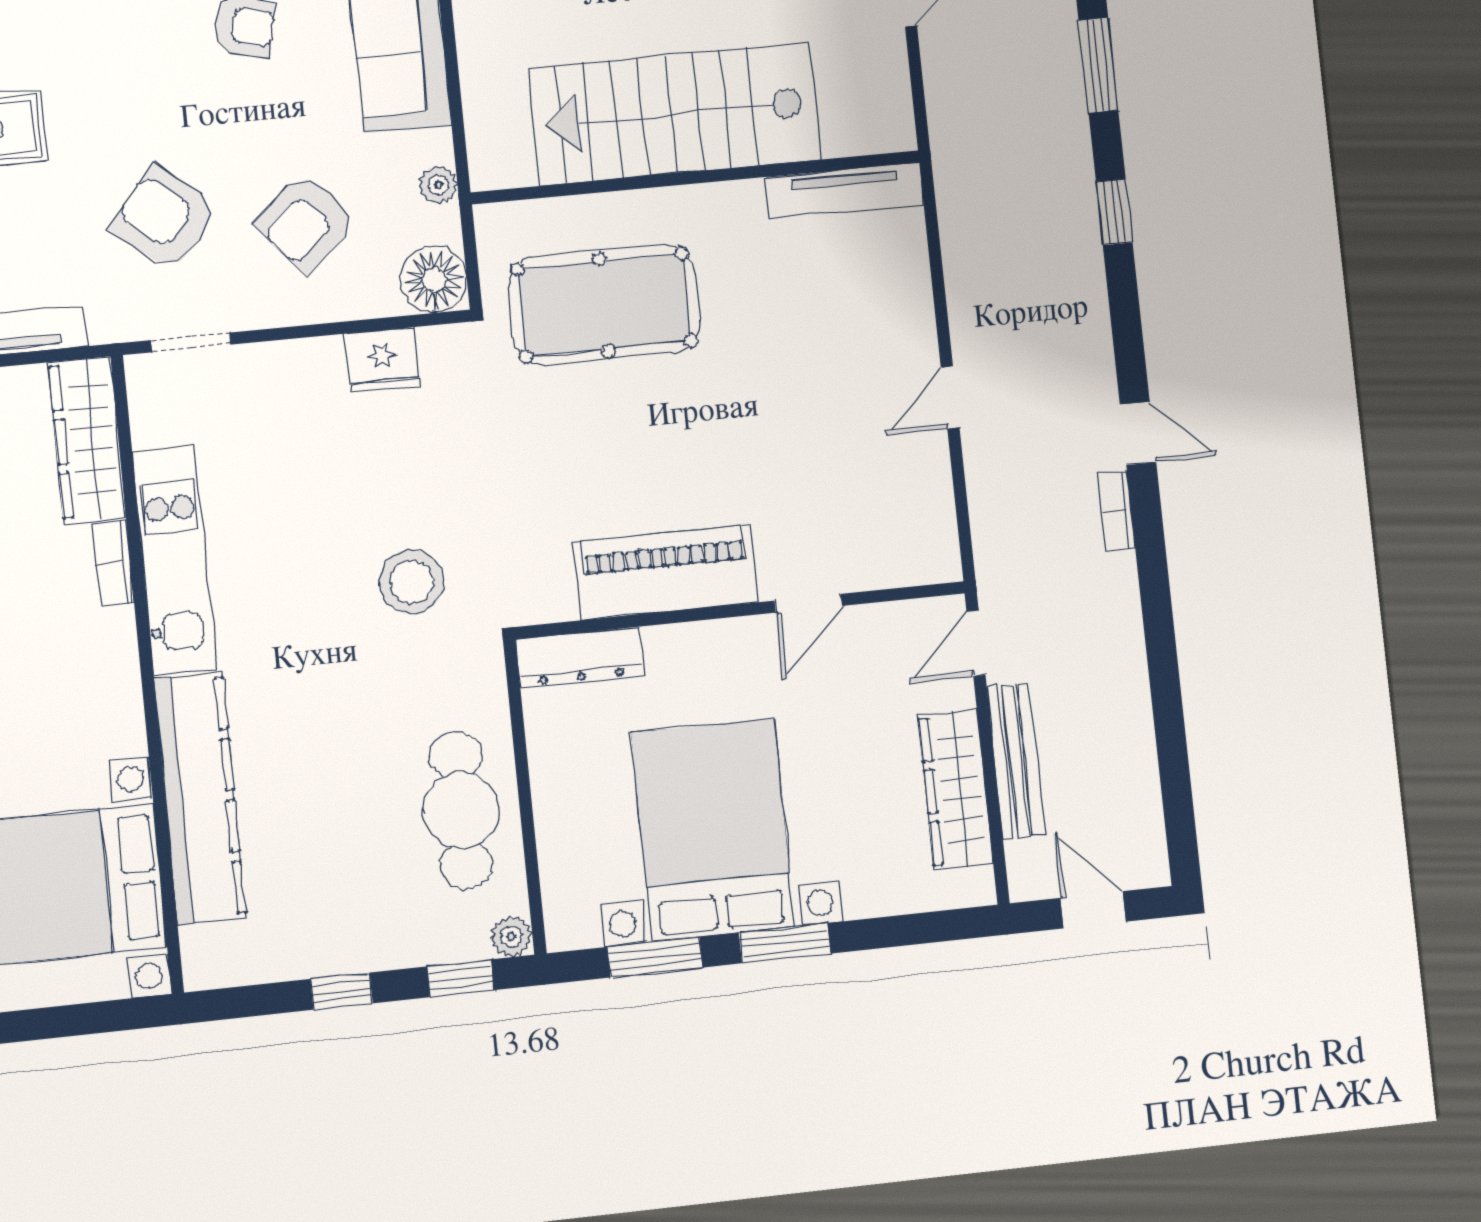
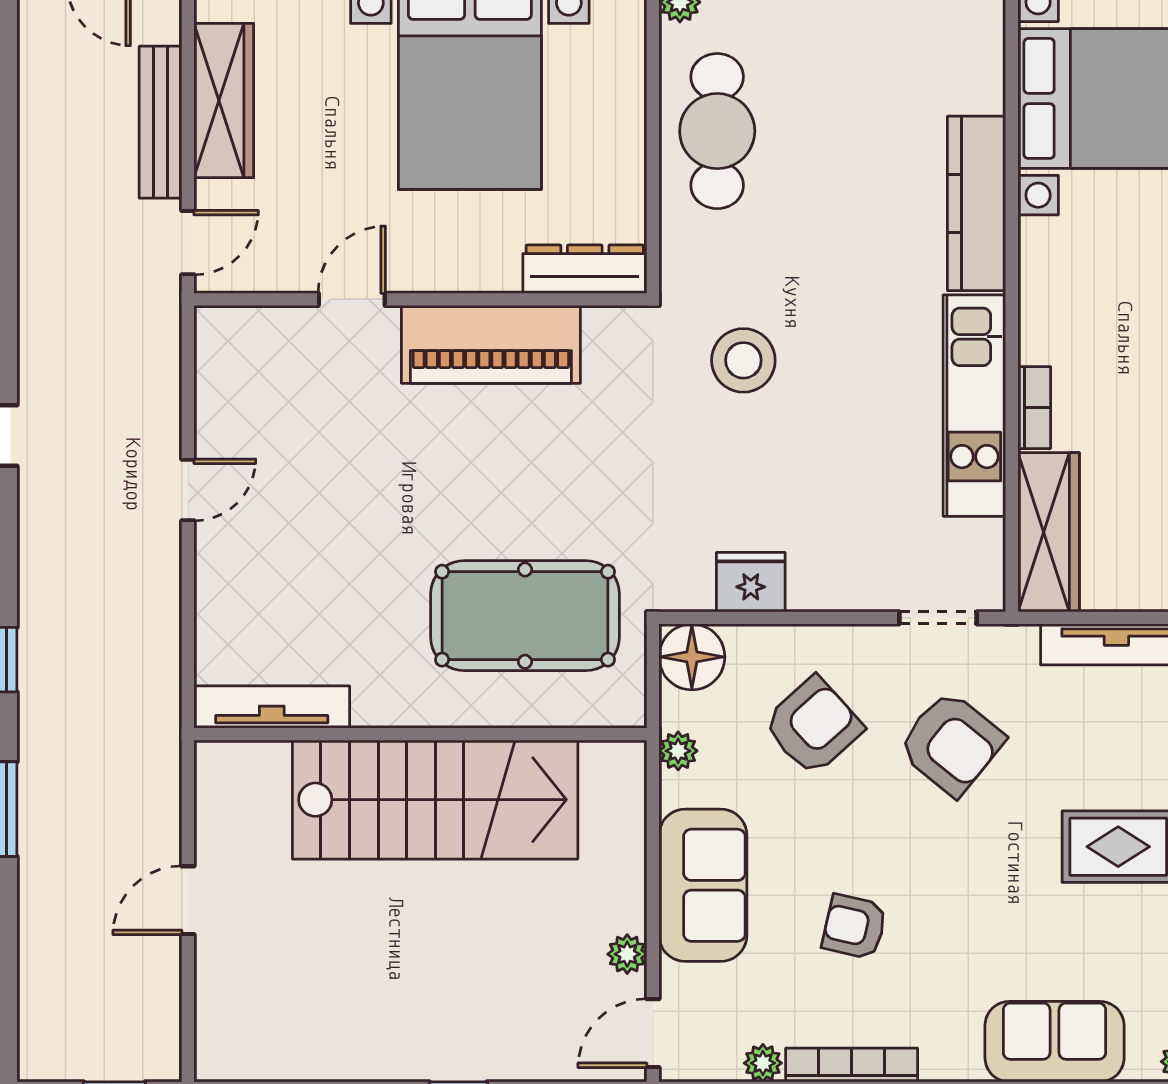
bookcase: (1116, 511) -> (32, 360), removed
kitchen counter: (200, 798) -> (977, 203), width x0.72, depth x0.86

